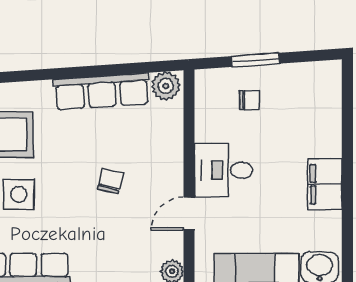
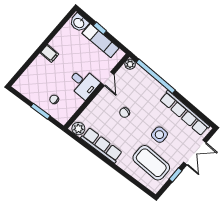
filing cabinet: (325, 184) -> (49, 53), width x0.50
door: (189, 214) -> (108, 79), hinge flipped

